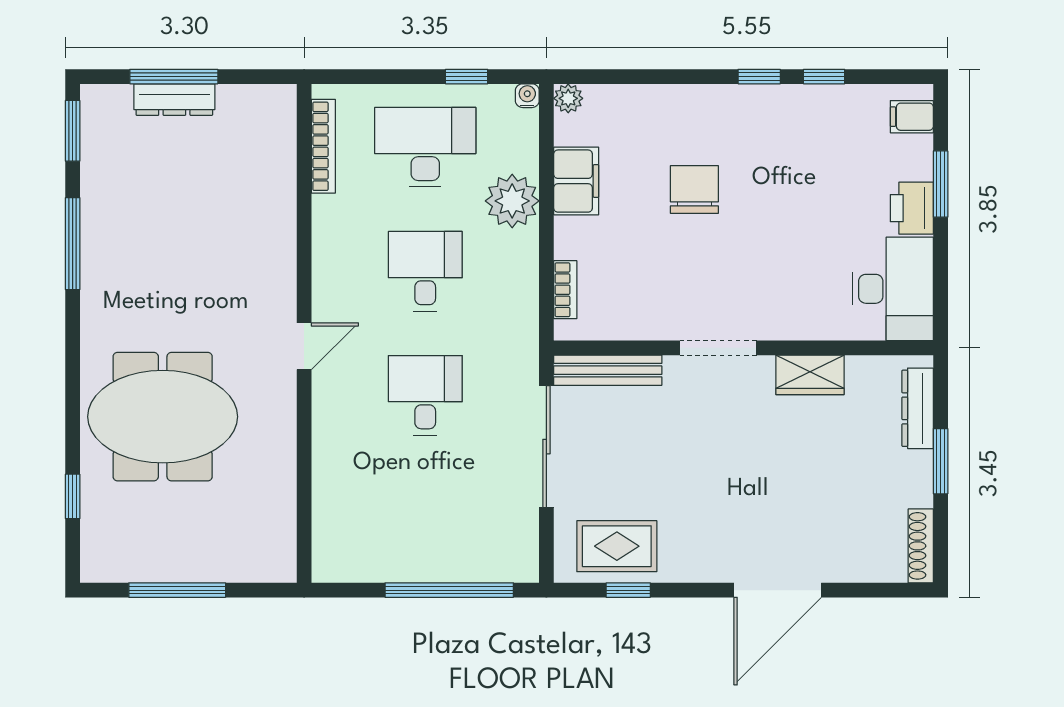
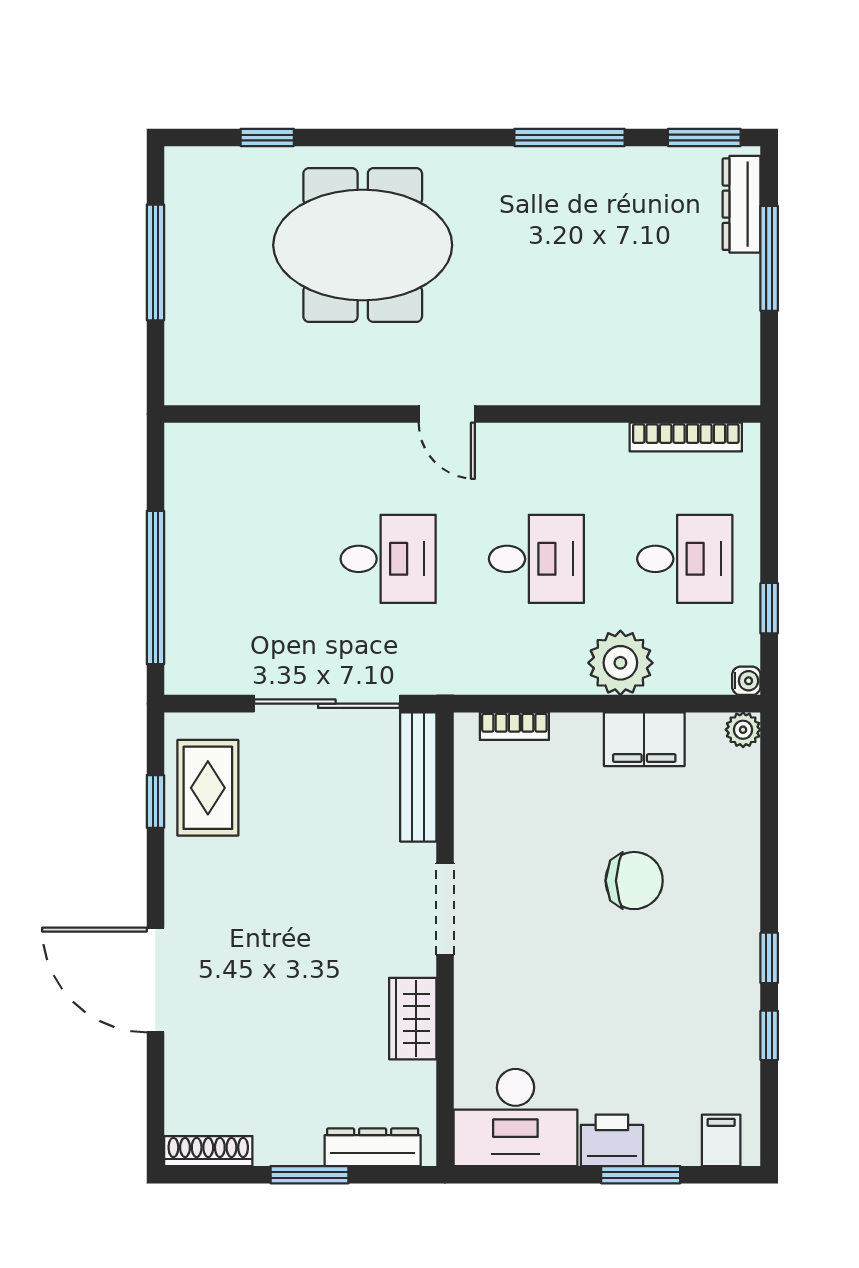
dresser: (174, 100) -> (742, 204), moved
desk: (425, 147) -> (685, 559), width x0.73
meeting table: (163, 417) -> (363, 245), turned 90

